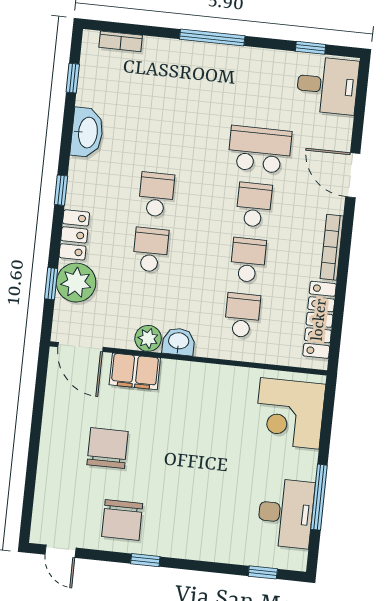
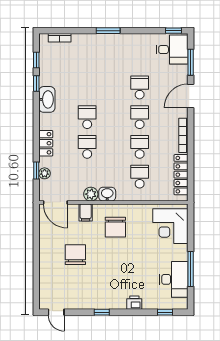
window: (212, 37) -> (108, 31), width x0.69
window: (311, 48) -> (174, 31), moved
window: (359, 113) -> (191, 62), added
washbasin: (87, 132) -> (47, 99), moved
school desk: (260, 150) -> (140, 87), width x0.54
door: (353, 175) -> (191, 96), hinge flipped
window: (61, 190) -> (36, 83), moved
plant: (76, 283) -> (45, 173), width x0.53, depth x0.53
filing cabinet: (135, 371) -> (86, 212), width x0.50
chair: (122, 520) -> (115, 227), moved
printer: (208, 549) -> (134, 303), added

